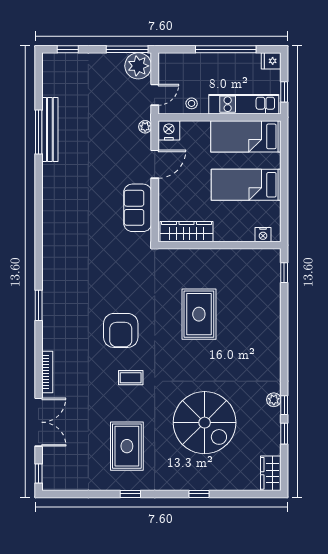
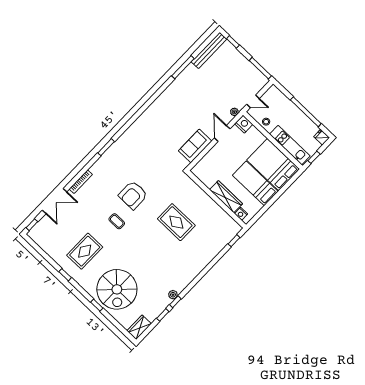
plant: (138, 66) -> (258, 81), removed
bench: (50, 129) -> (209, 50), moved
bed: (246, 136) -> (273, 165), width x1.50
door: (155, 164) -> (222, 133), swing flipped
wardrobe: (187, 232) -> (226, 197), moved
rug: (199, 314) -> (176, 222), turned 90
spiral stairs: (205, 423) -> (117, 289), moved

